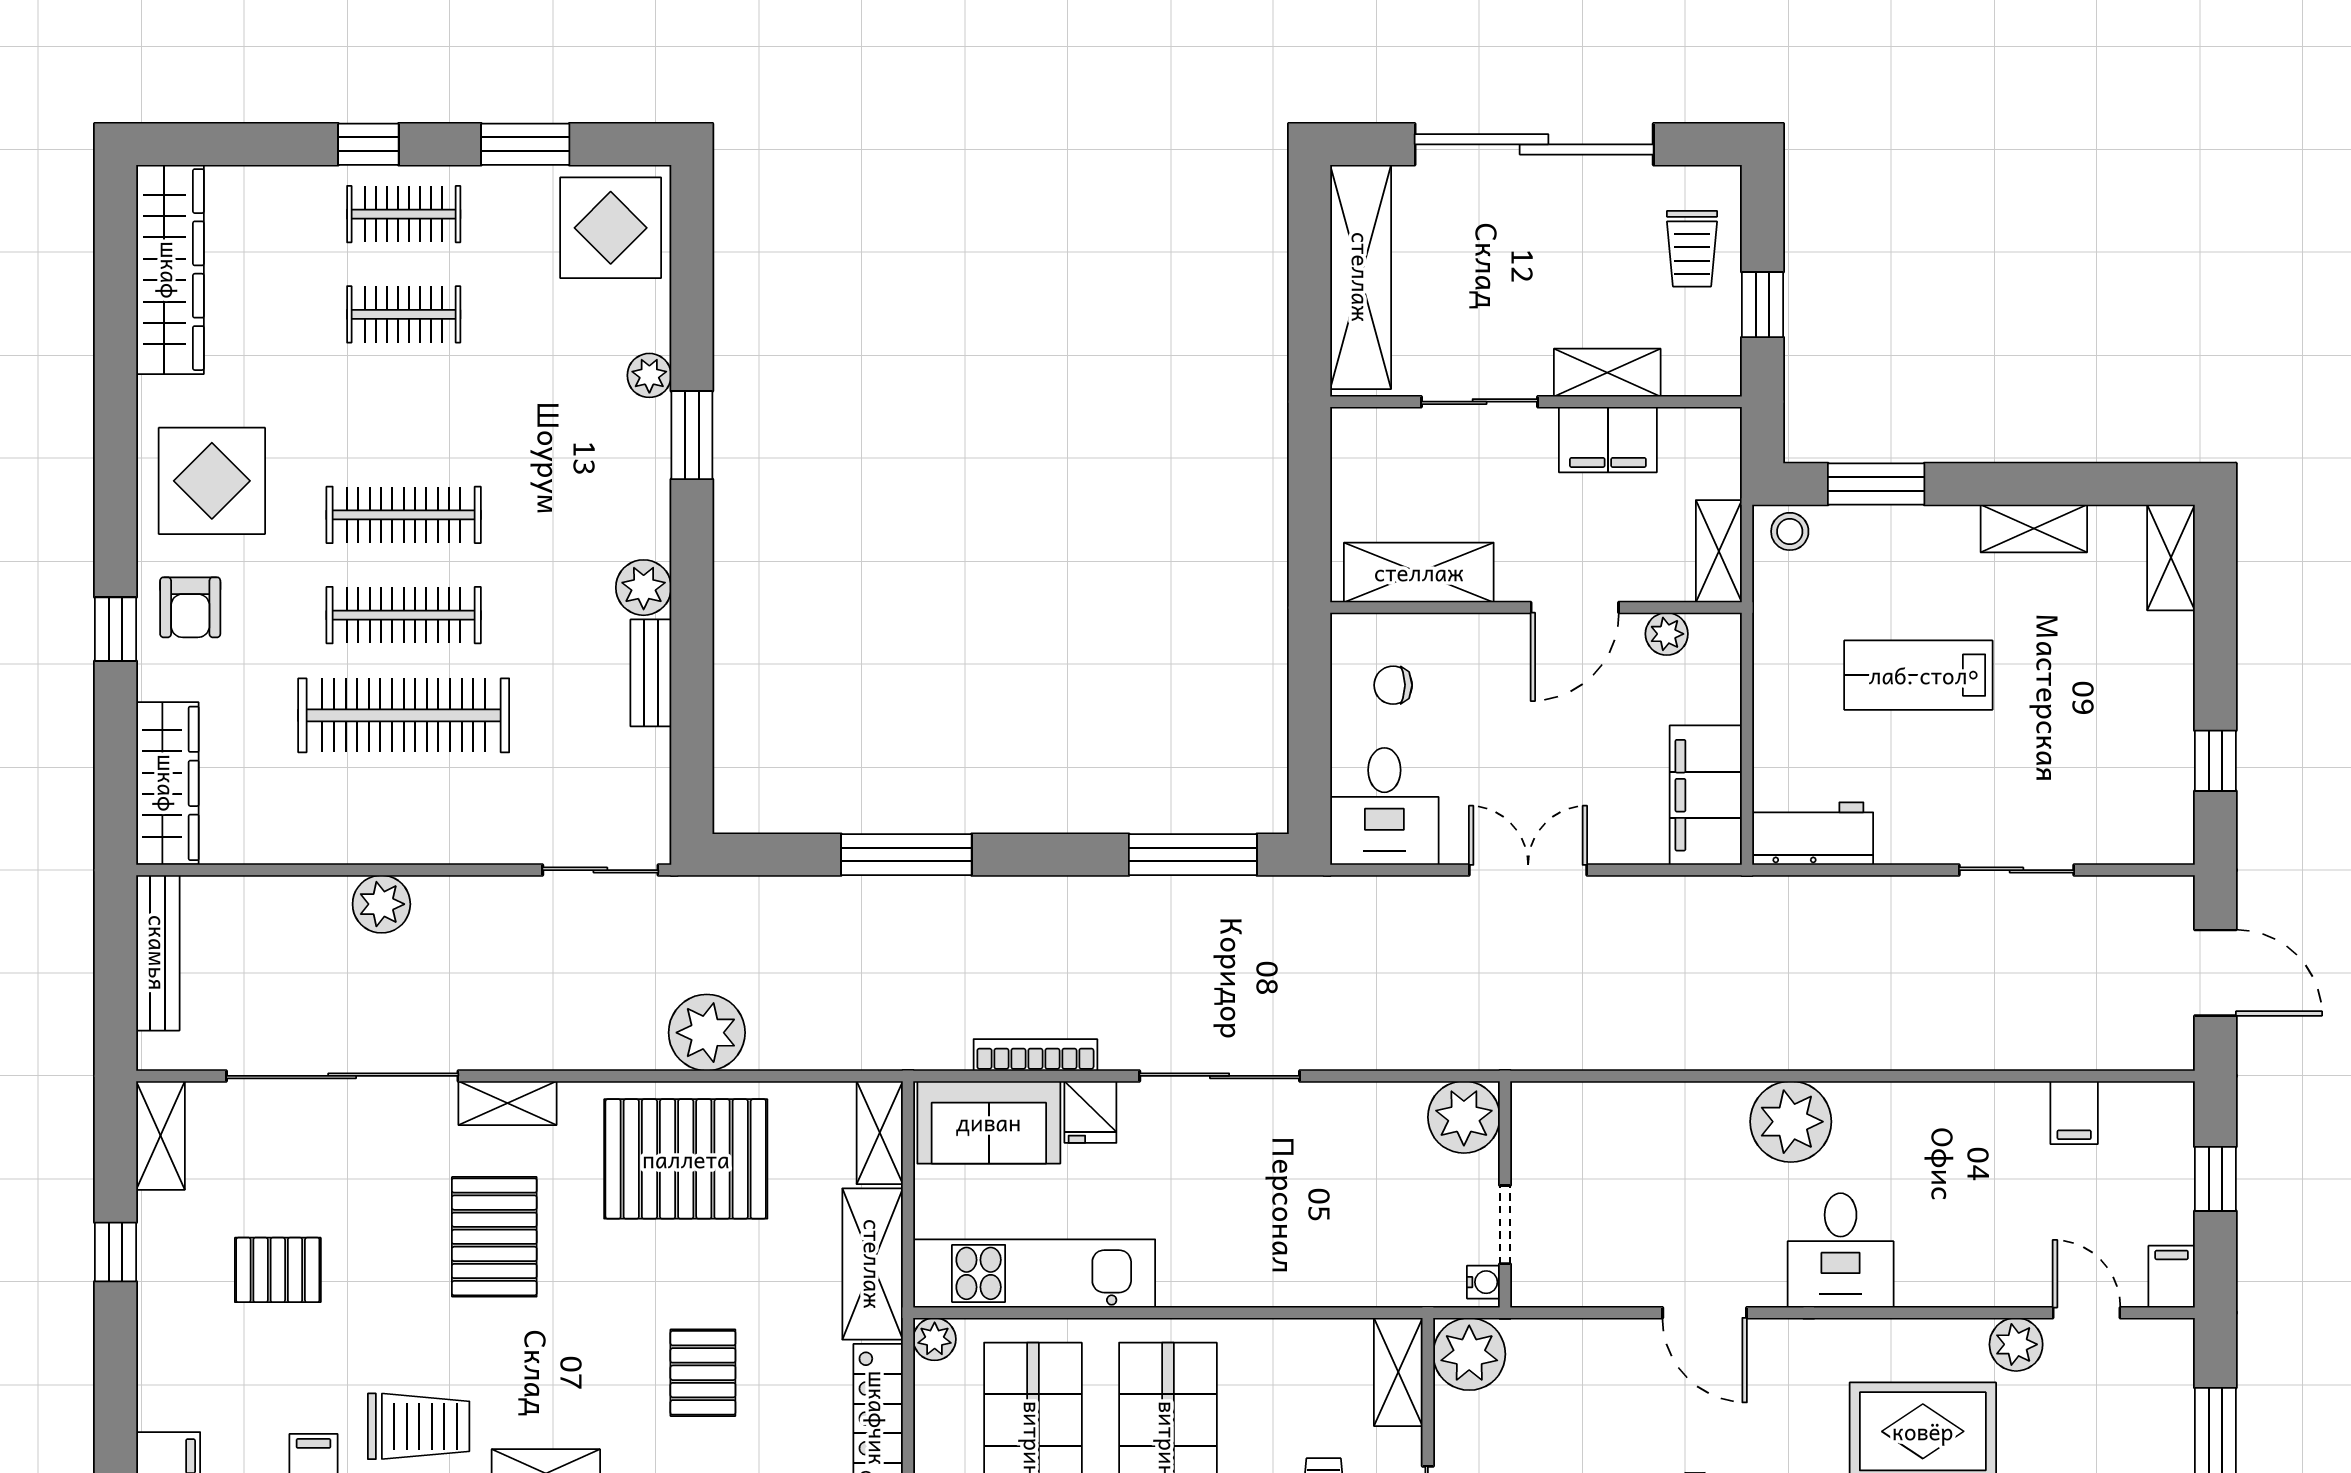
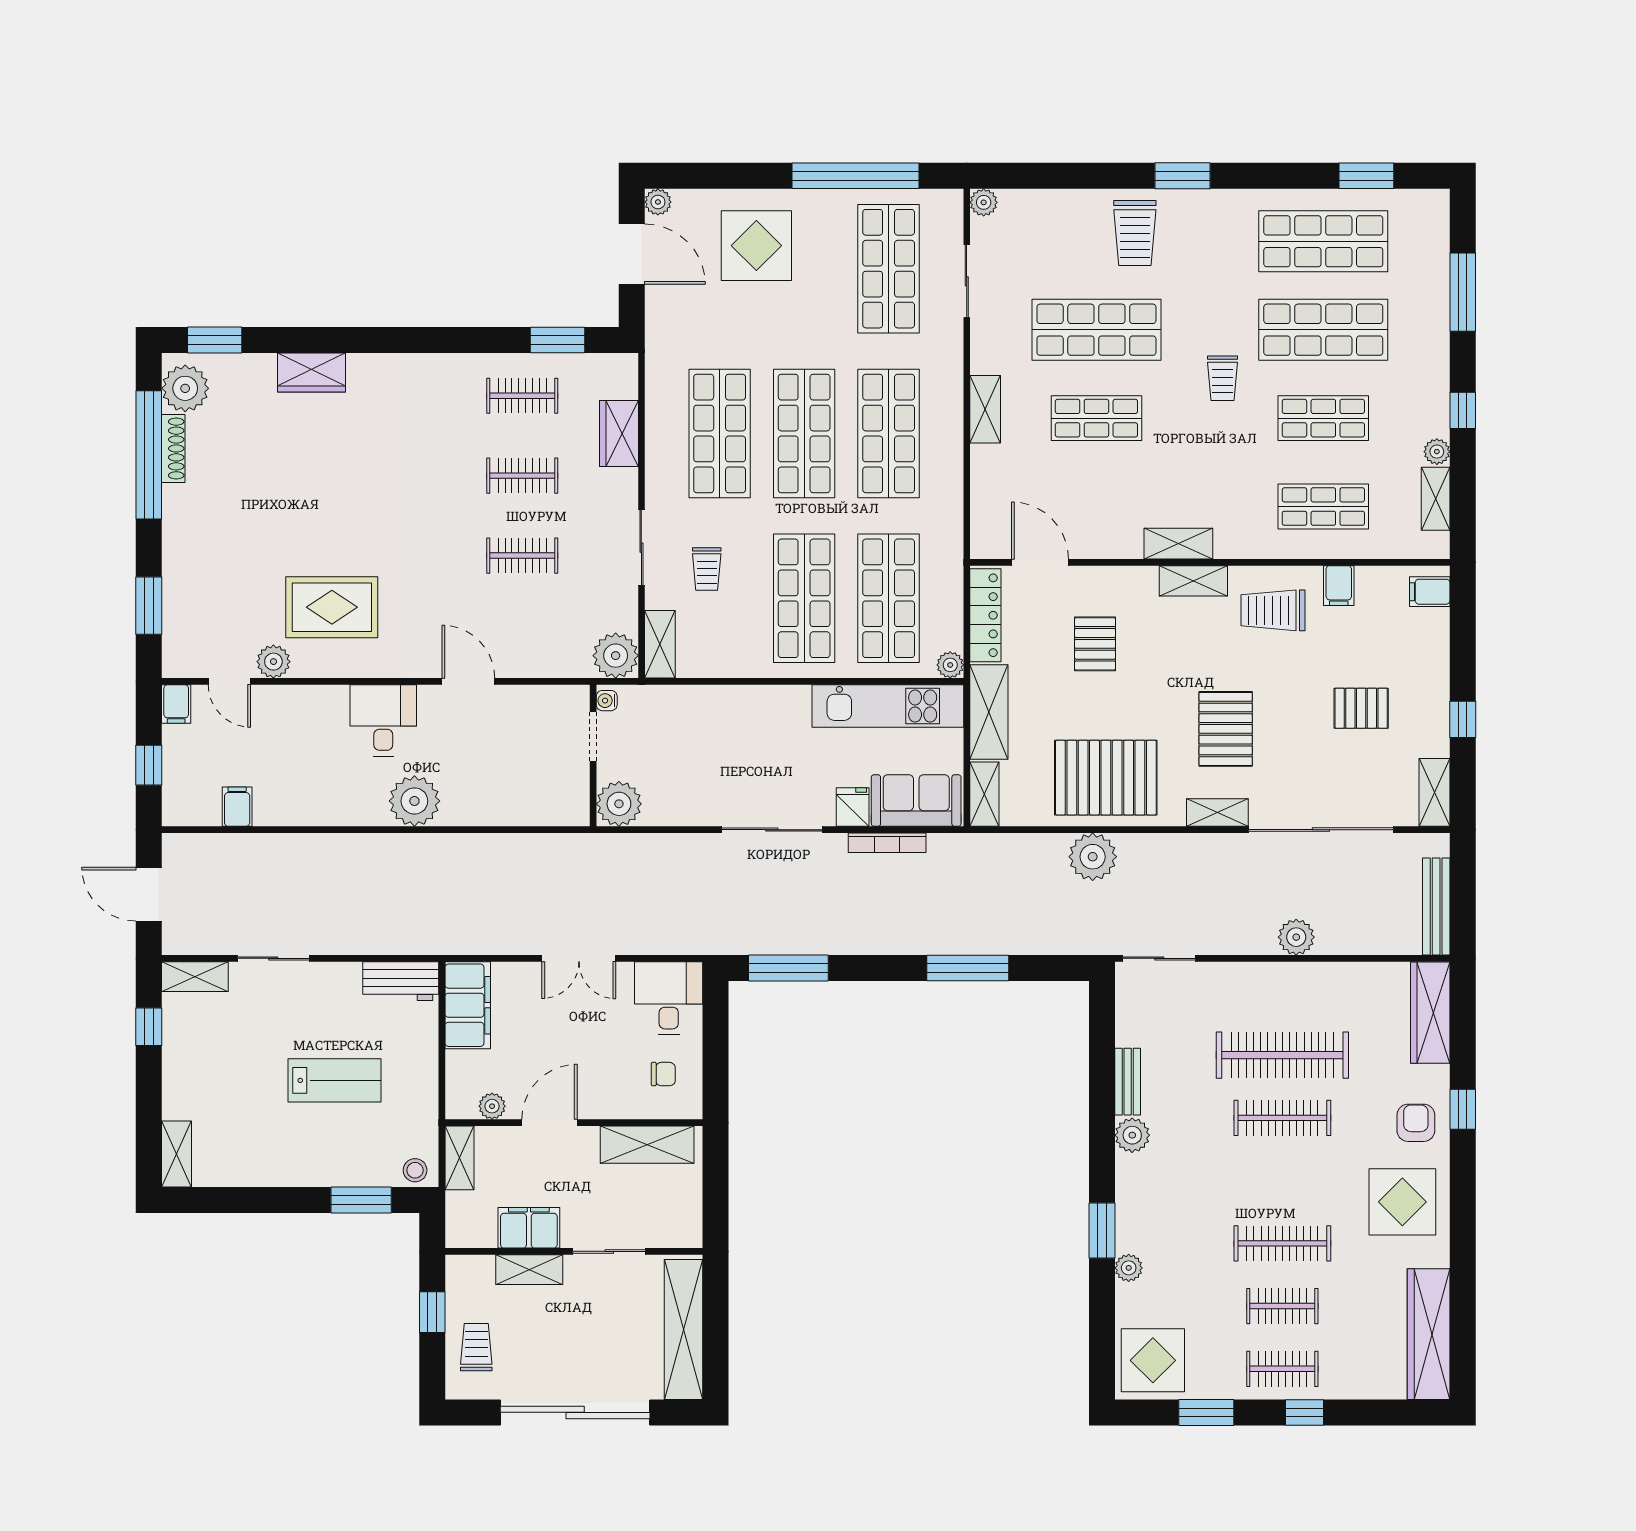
clothes rail: (404, 515) -> (1282, 1243), moved
shelving: (2034, 529) -> (195, 977), moved

